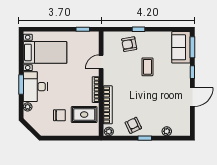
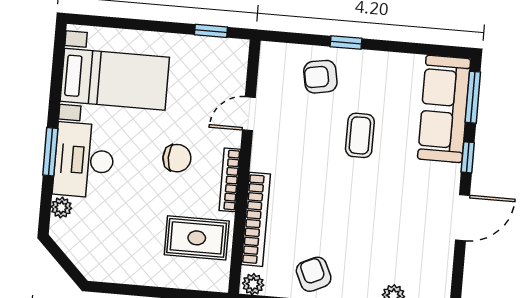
sofa: (181, 47) -> (444, 109), width x1.36
chair: (59, 115) -> (177, 158), moved

